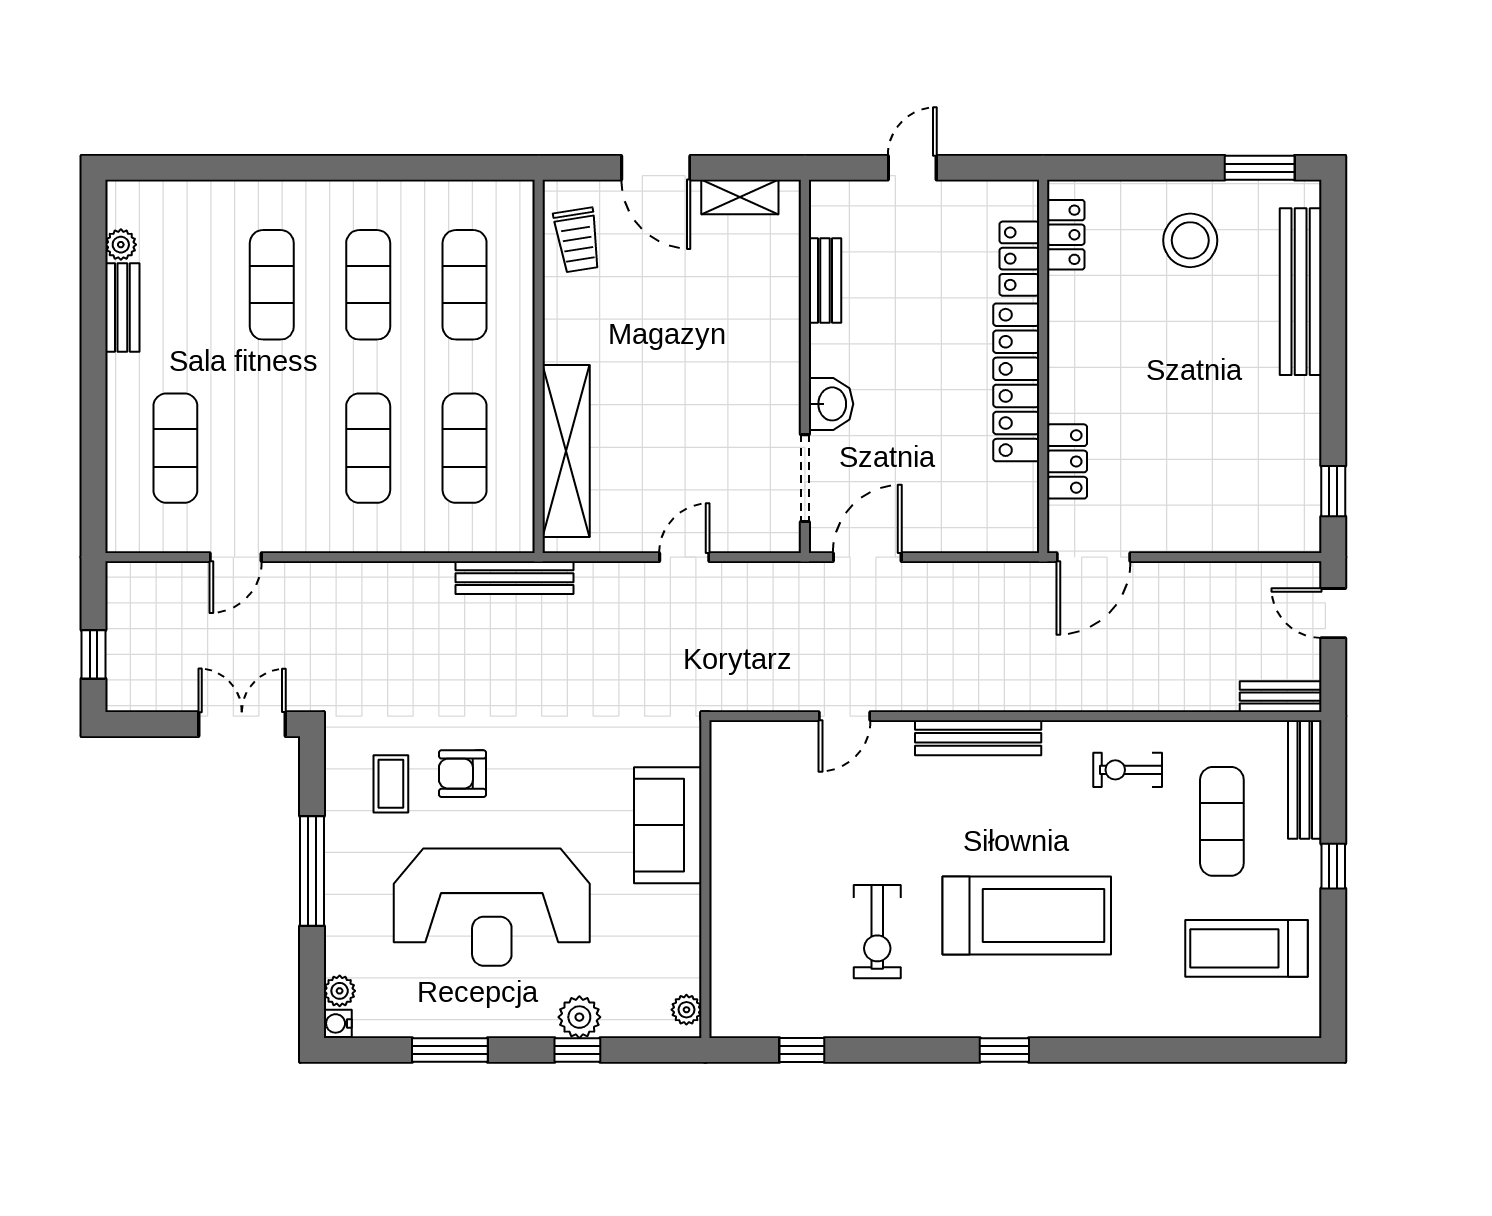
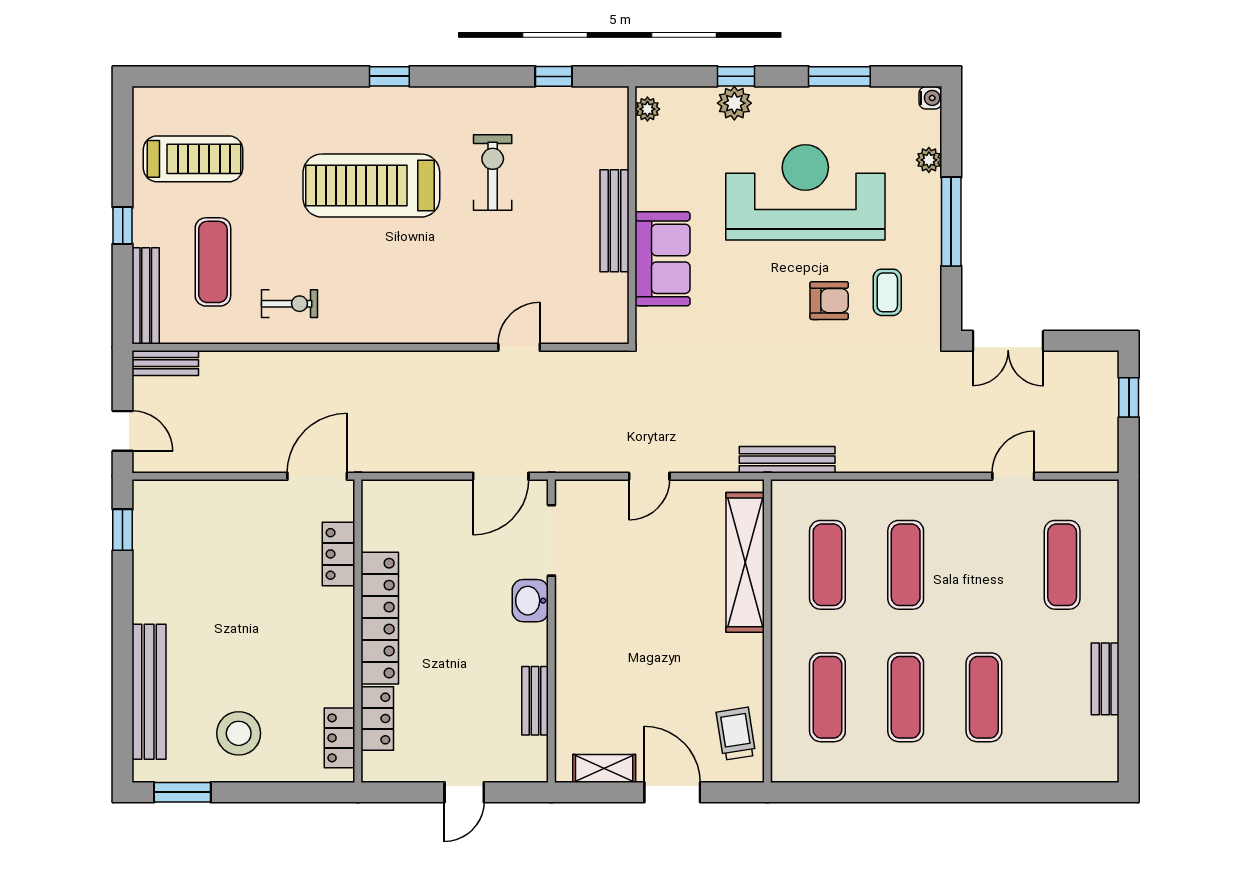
plant: (121, 245) -> (1106, 730), removed
bench: (978, 738) -> (614, 221), moved, turned 90
plant: (340, 991) -> (929, 160), moved

